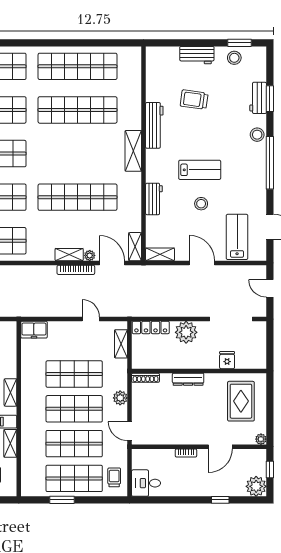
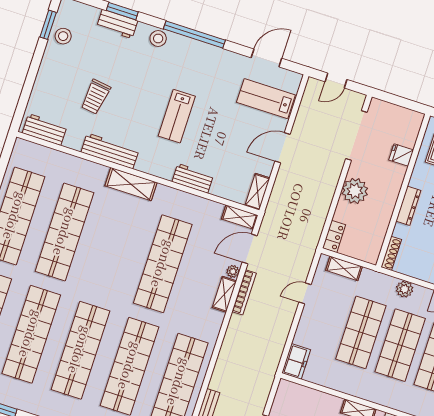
workbench: (197, 55) -> (45, 130), moved, turned -90
lab bench: (200, 170) -> (177, 116), turned 180
stool: (201, 204) -> (215, 127), removed
locker: (151, 327) -> (334, 236), width x0.66

